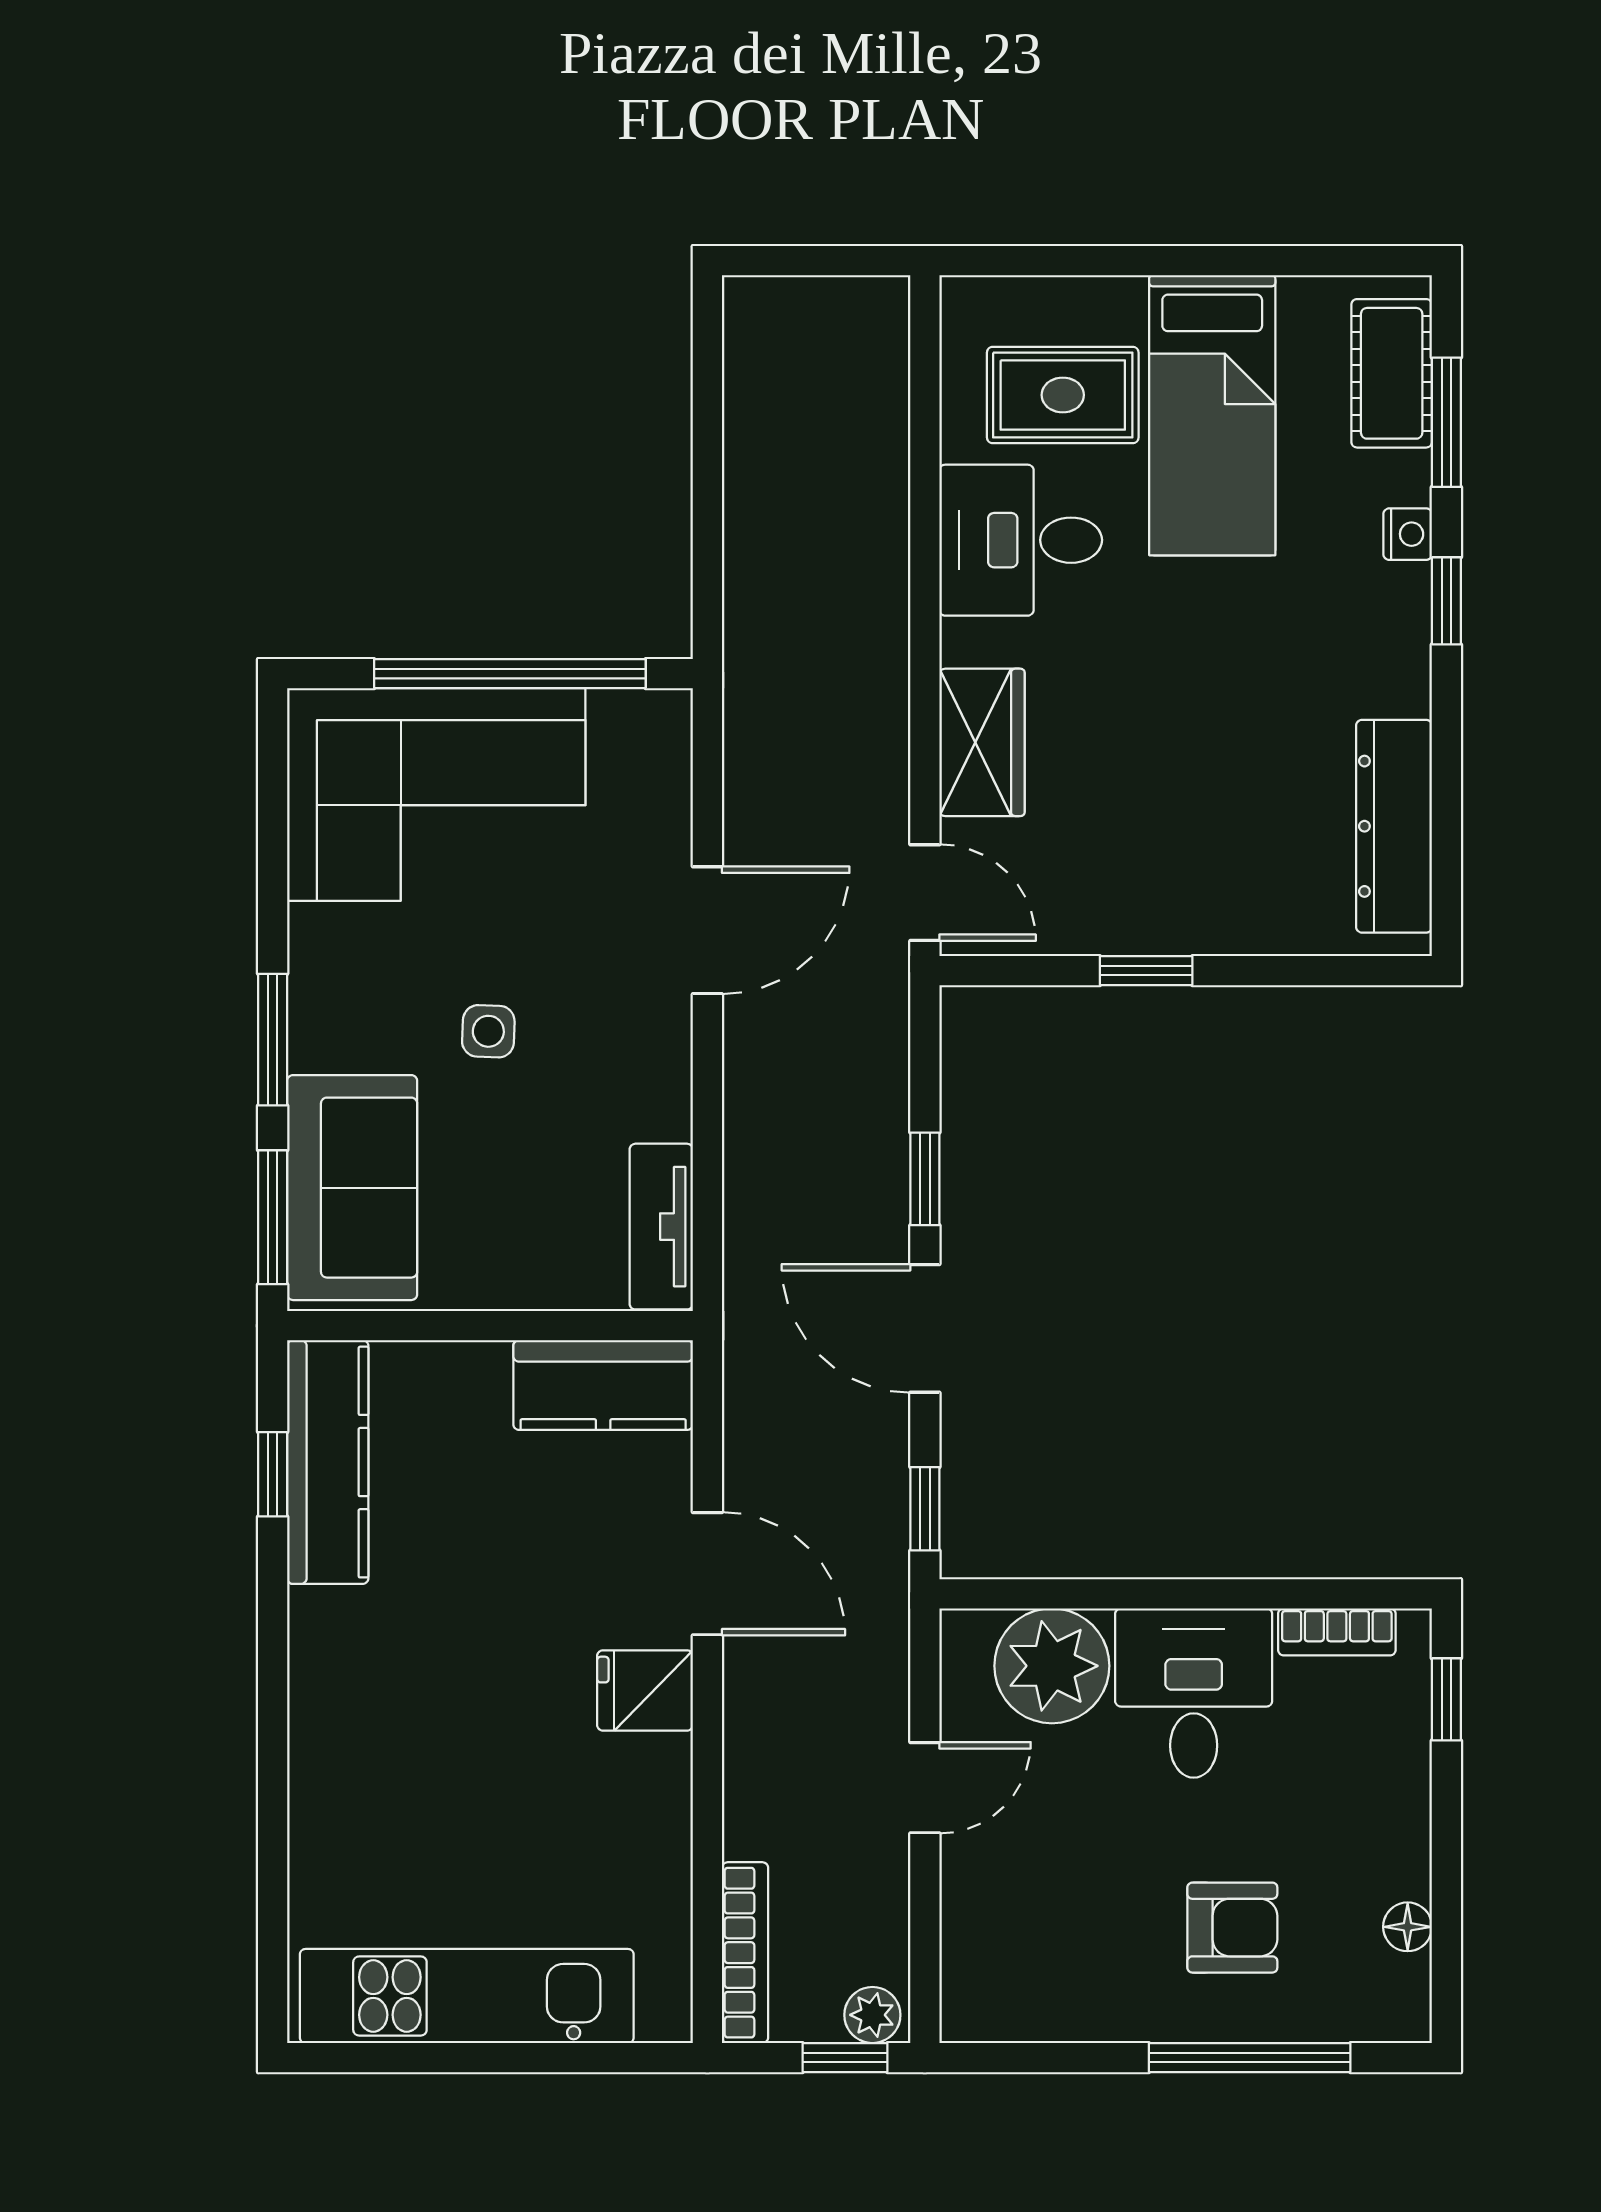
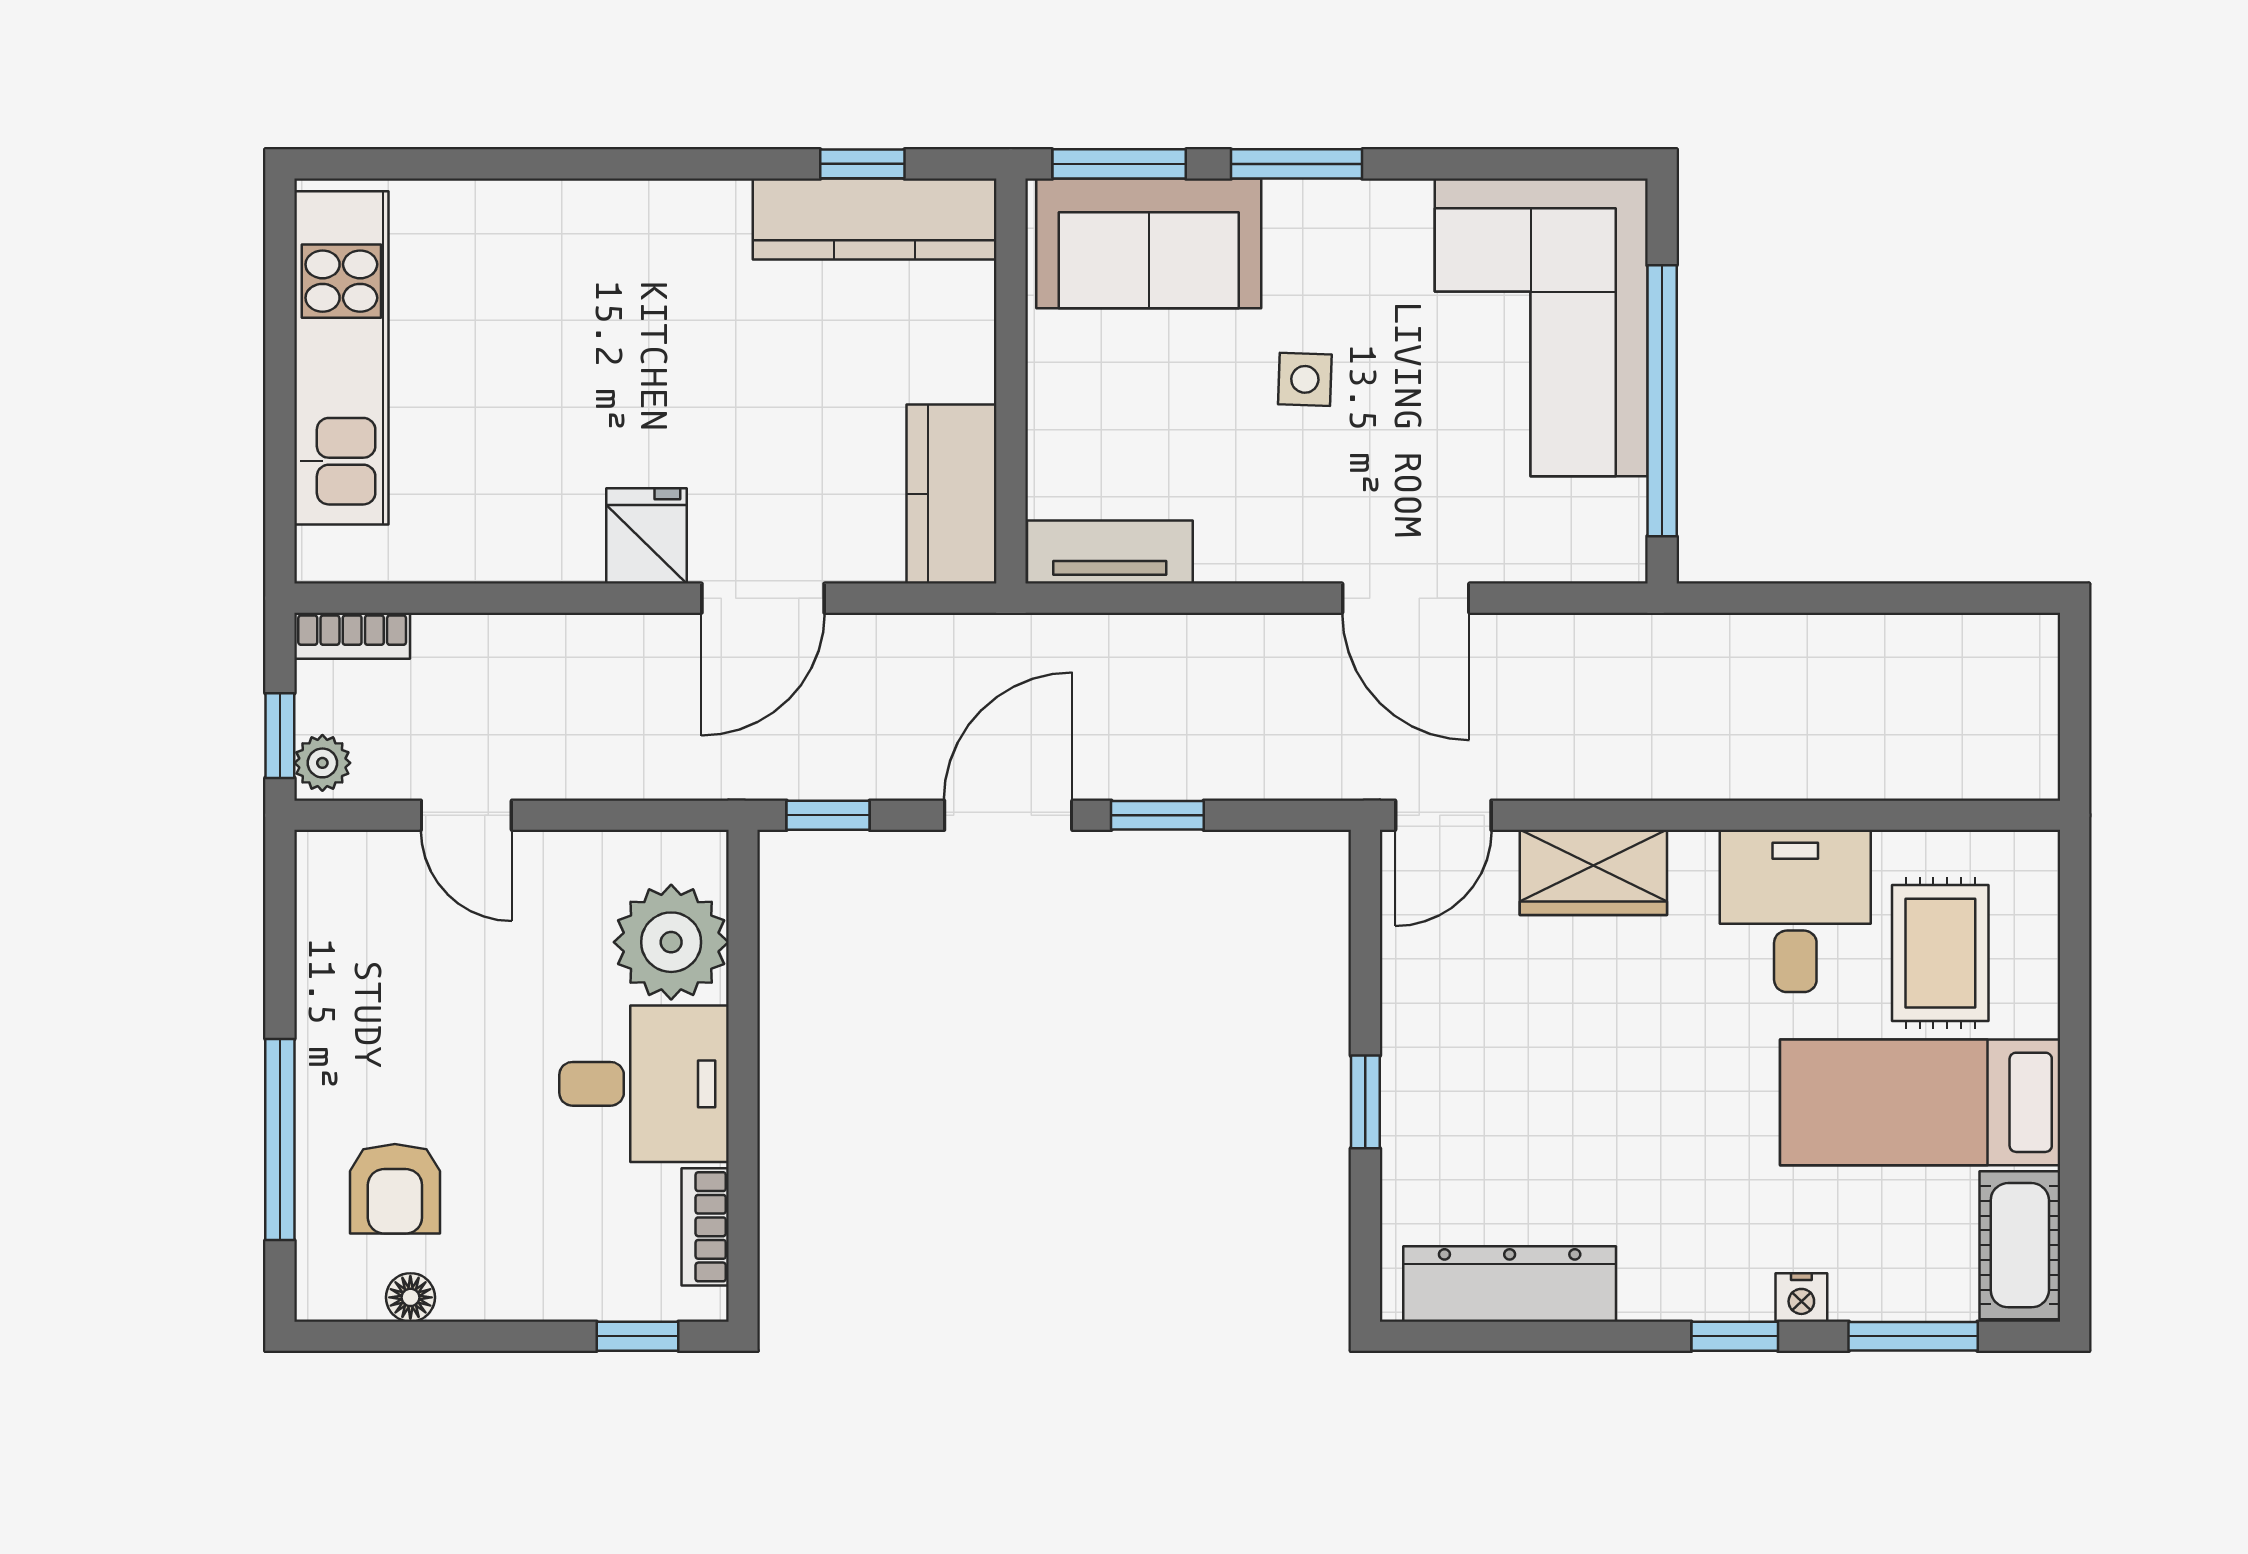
cot: (1392, 373) -> (2020, 1245), moved, turned 90
window: (1146, 971) -> (1365, 1102), moved
door: (925, 1788) -> (466, 815), moved
armchair: (1232, 1928) -> (395, 1189), moved
bookcase: (745, 1953) -> (352, 636), width x0.64

